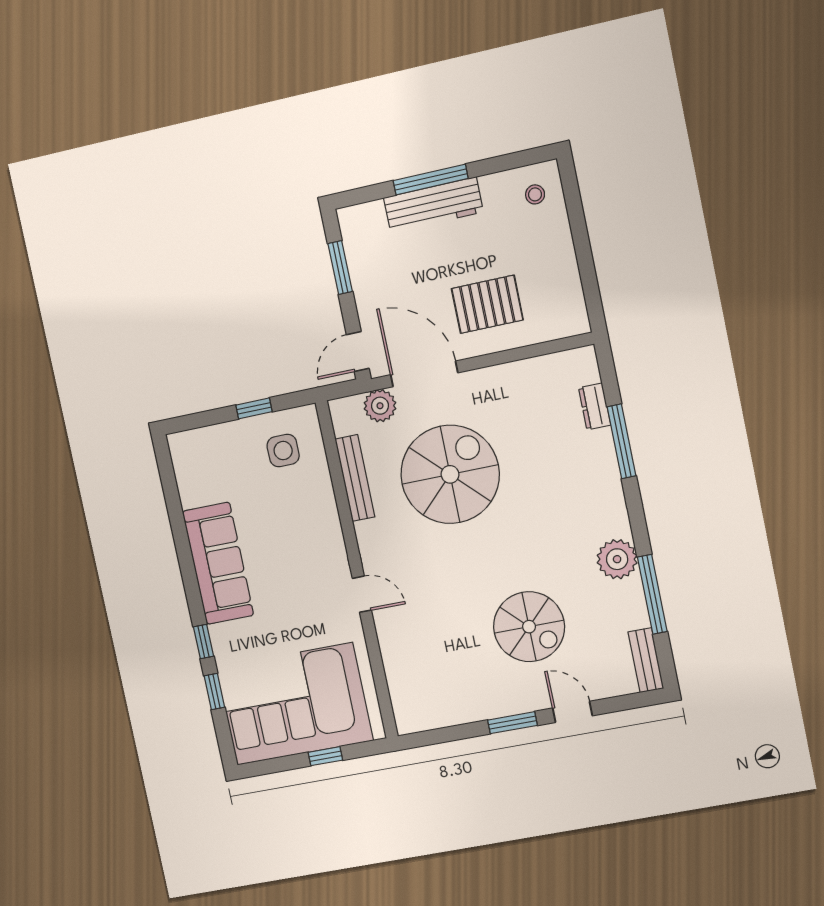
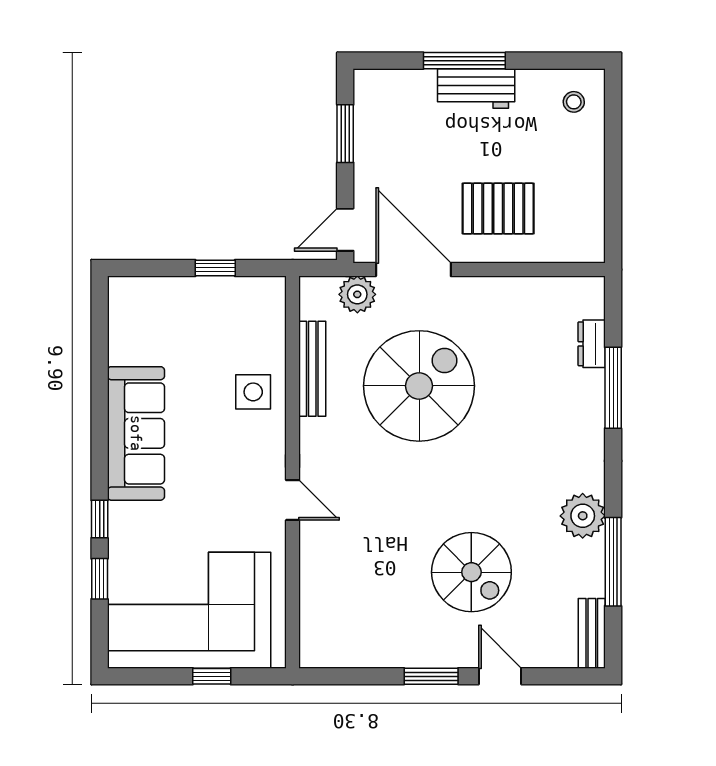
workbench: (433, 205) -> (476, 88), width x0.73
side table: (283, 451) -> (253, 392), moved

